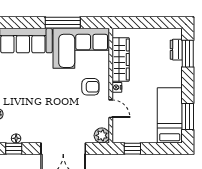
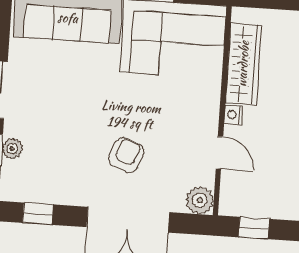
armchair: (90, 87) -> (126, 155), moved, turned -68
floor lamp: (16, 138) -> (43, 195), removed

